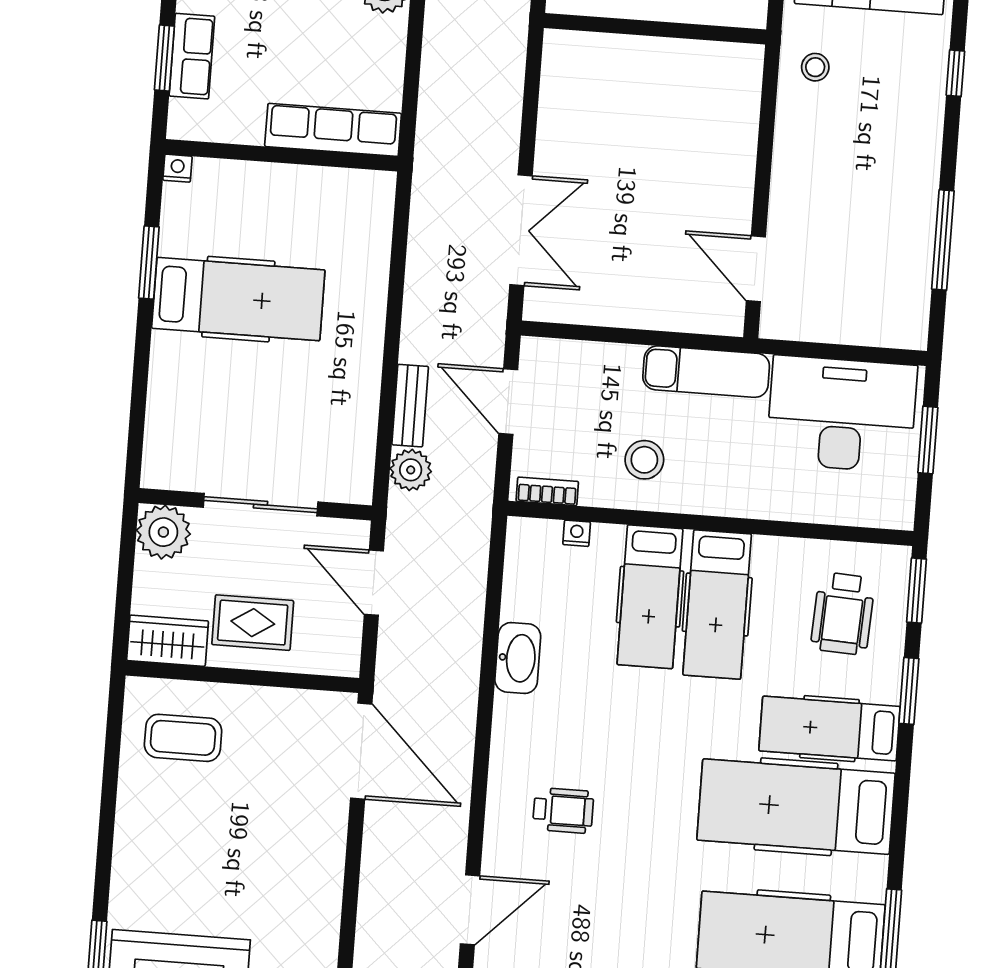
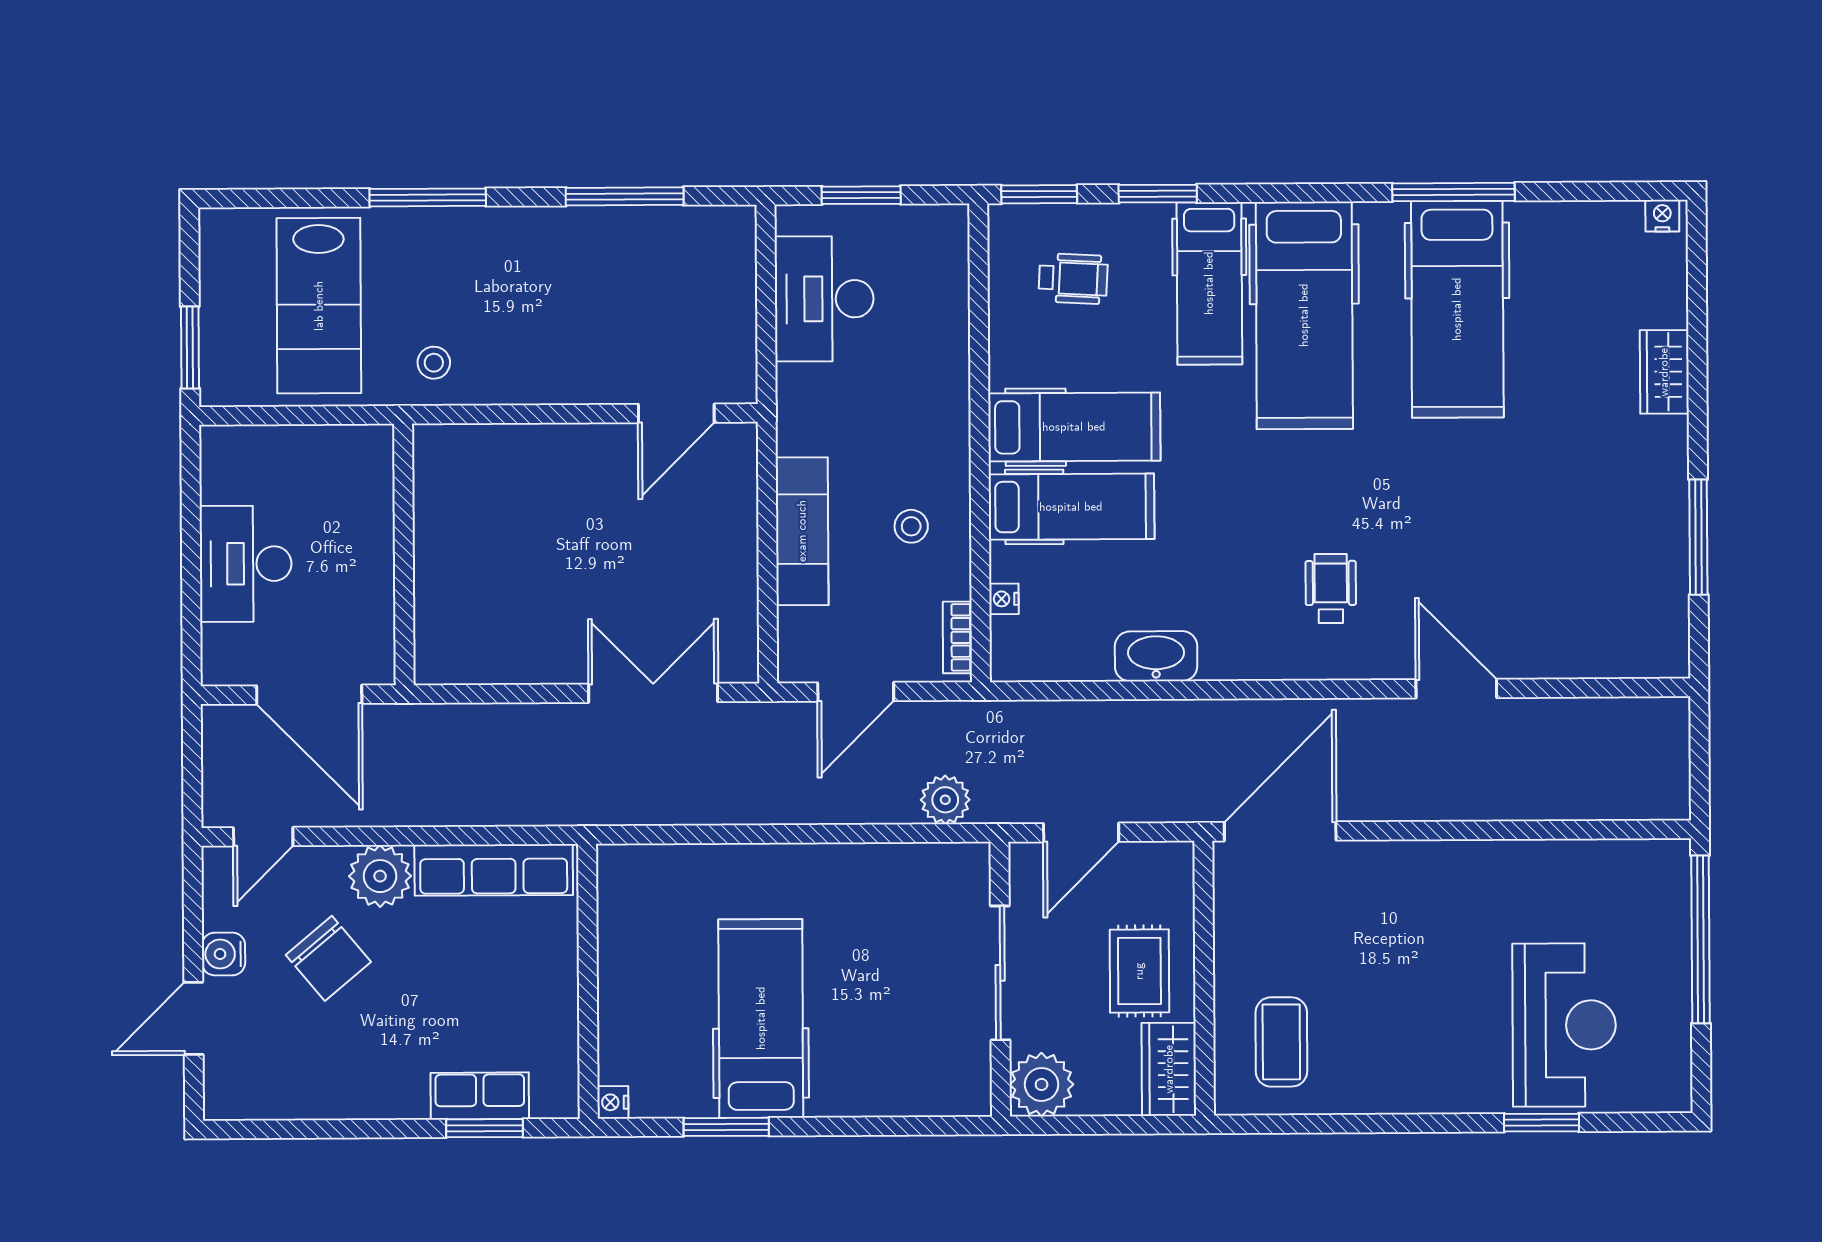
window: (955, 73) -> (428, 197), width x2.17
row of seats: (333, 130) -> (494, 870), moved, turned -90
exam couch: (706, 372) -> (802, 531), moved
bench: (410, 406) -> (870, 807), removed
desk: (842, 414) -> (824, 299), width x0.73, depth x0.77
stool: (644, 460) -> (911, 526), width x0.73, depth x0.73
wheelchair: (843, 614) -> (1073, 279), width x0.73, depth x0.73

